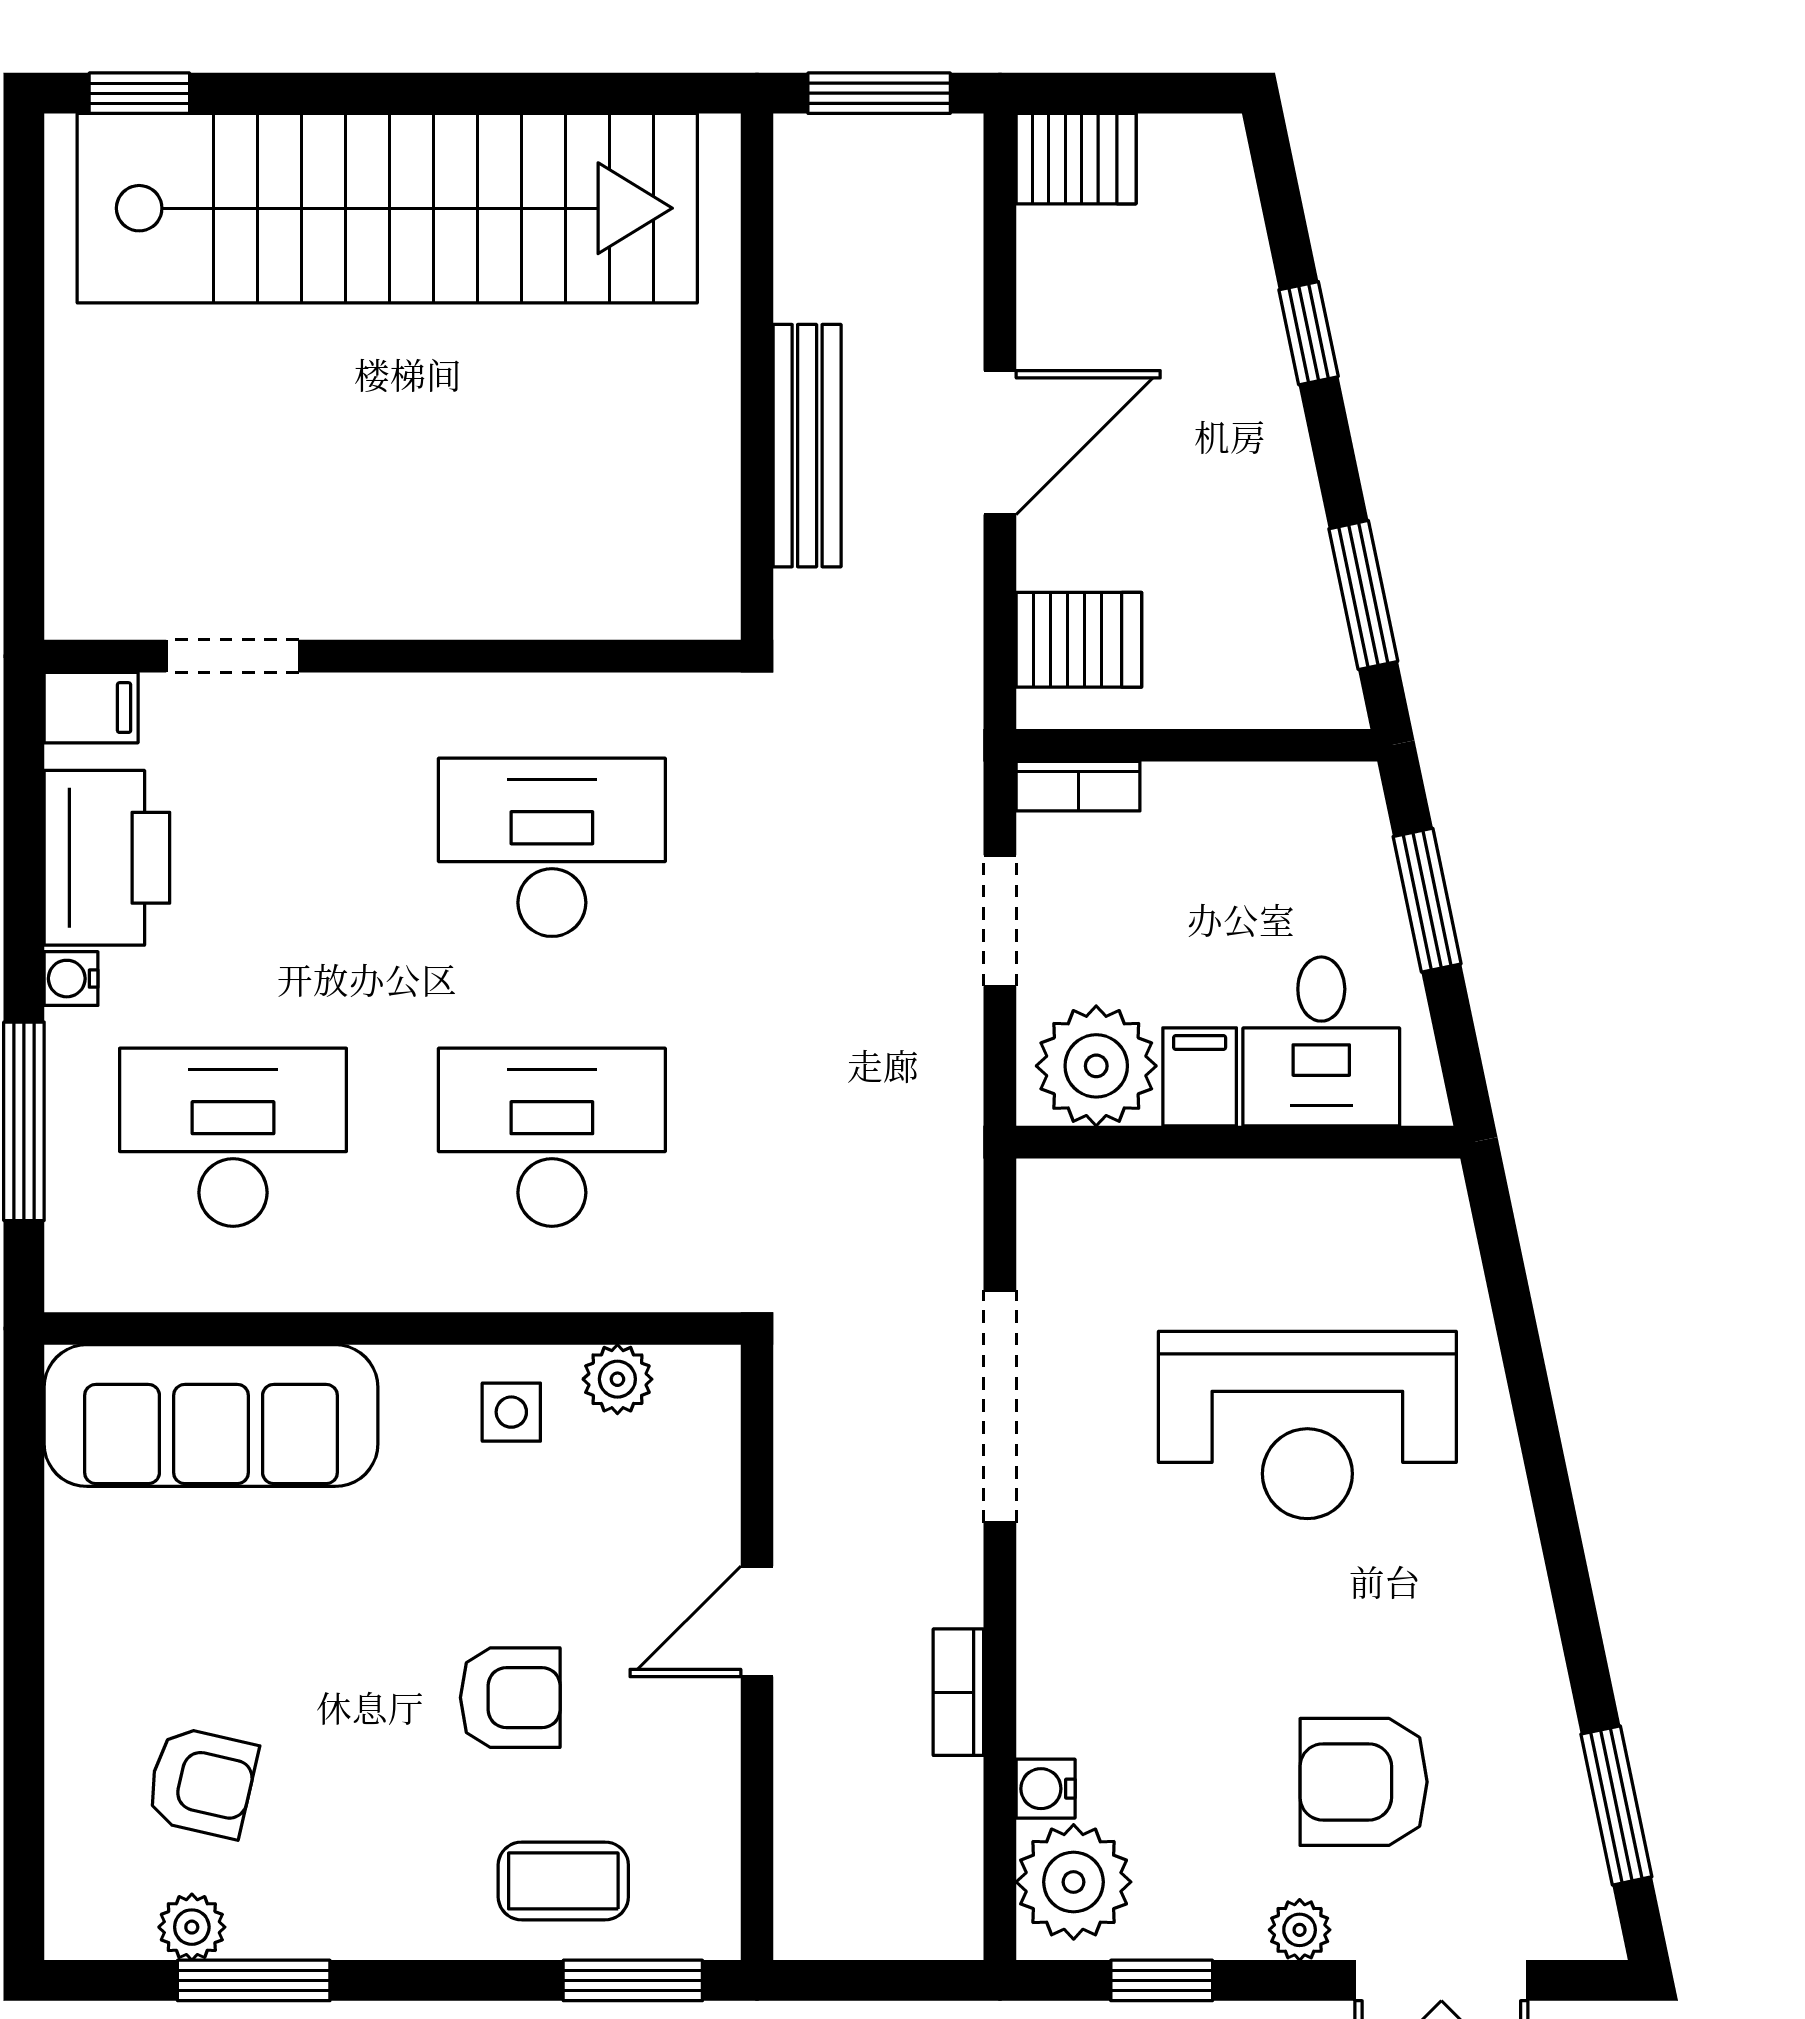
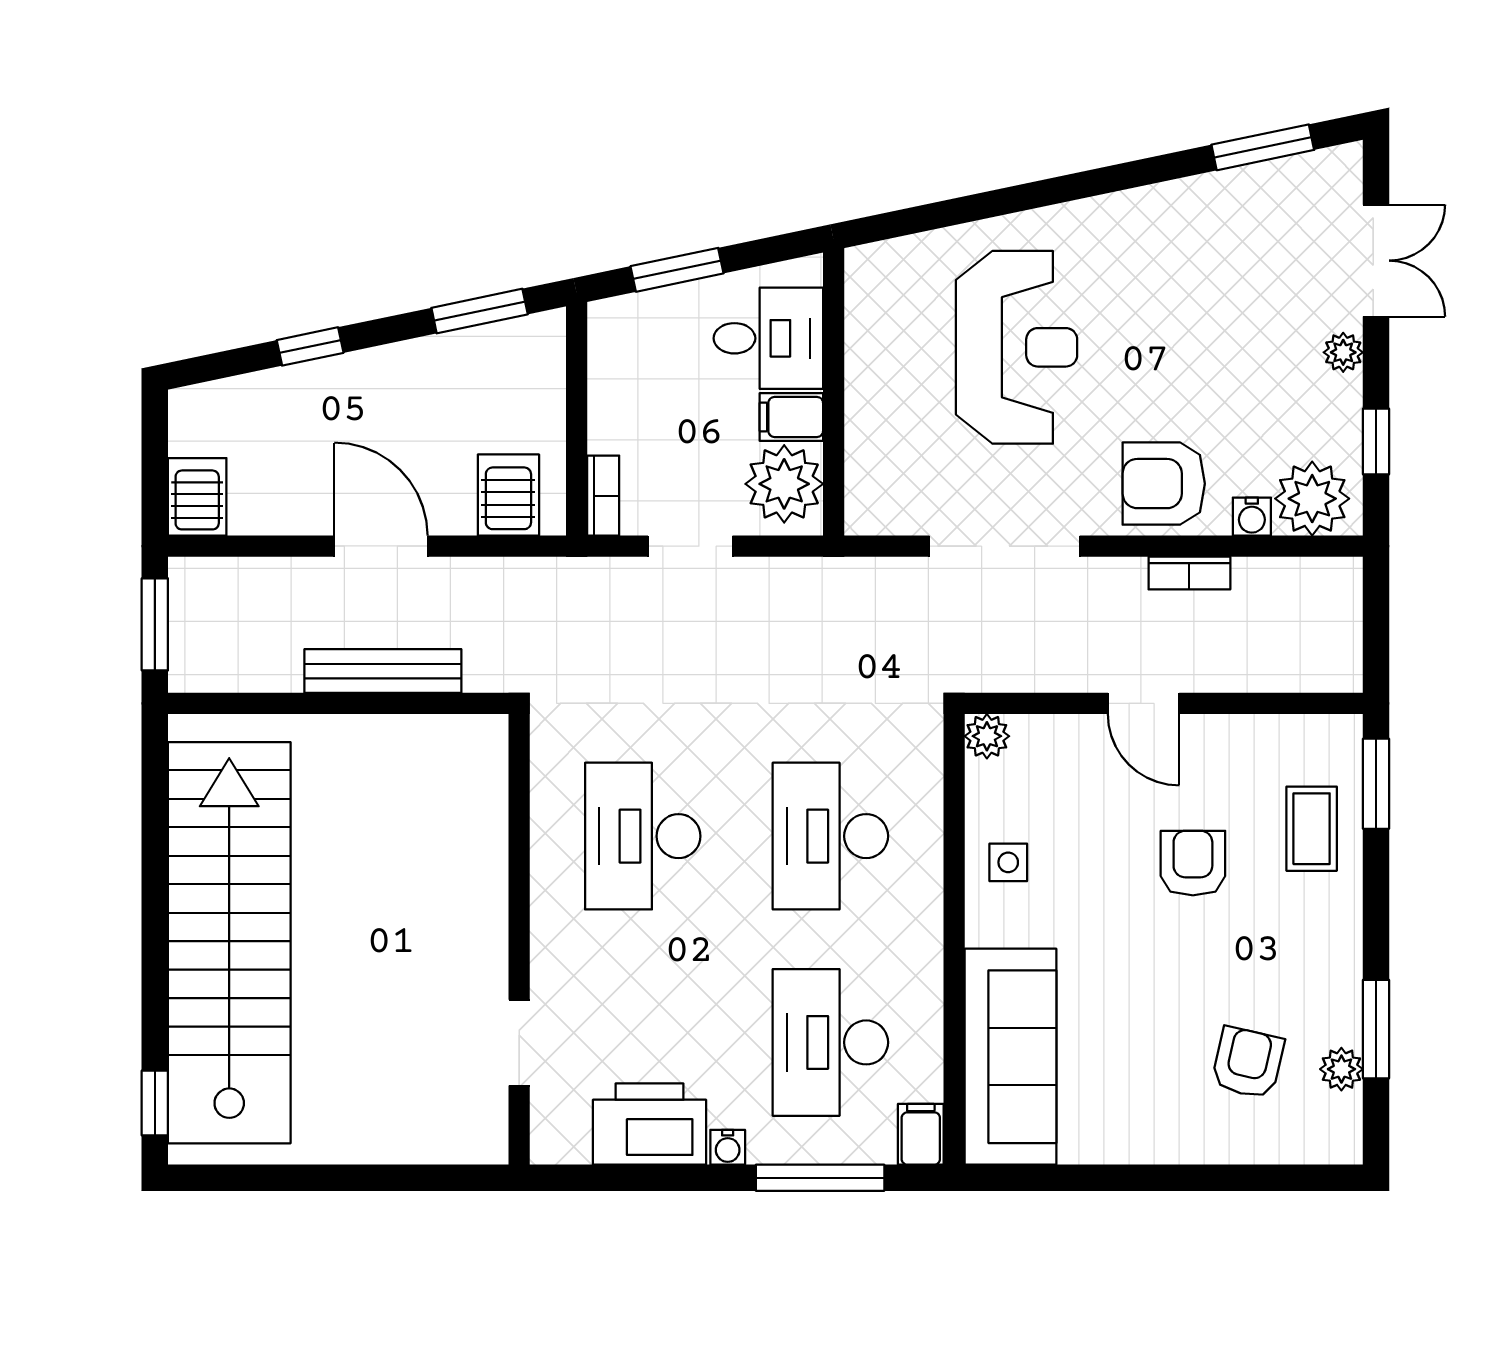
filing cabinet: (91, 708) -> (921, 1134), moved
plant: (617, 1379) -> (987, 736), moved
armchair: (1364, 1782) -> (1164, 484), moved, turned 90

